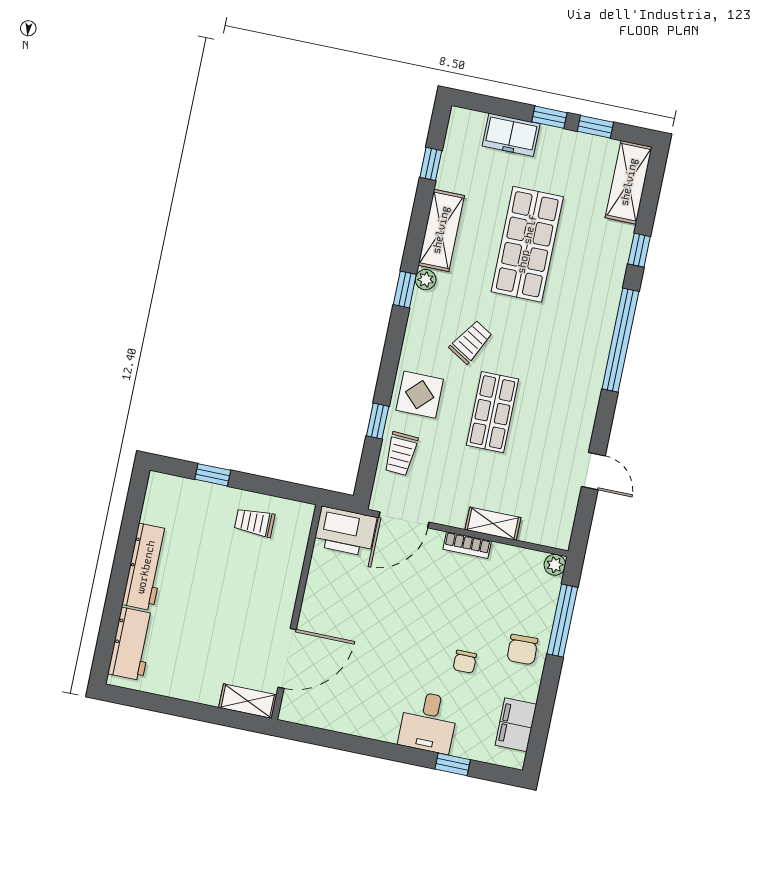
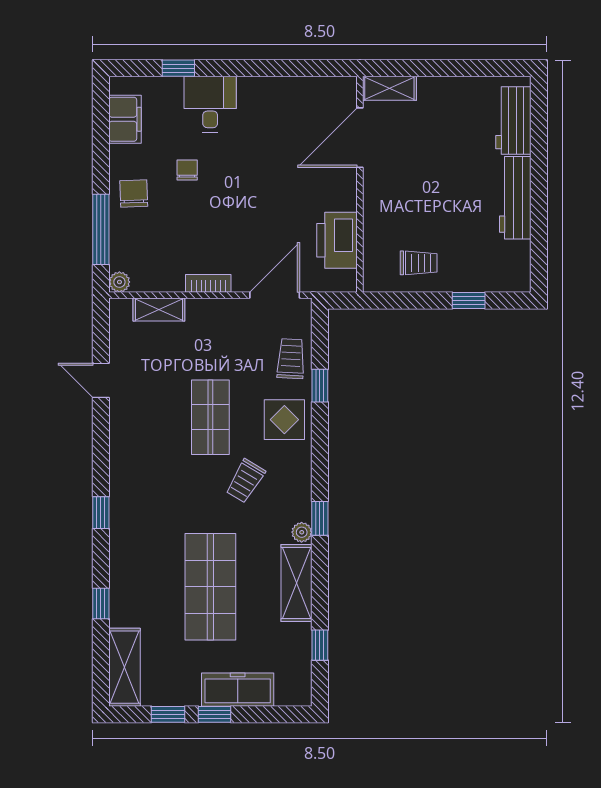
freezer: (511, 135) -> (238, 690), width x1.40
window: (620, 340) -> (101, 513), width x0.32
shelving: (493, 524) -> (159, 309), moved
printer: (345, 531) -> (337, 240), moved, turned -90

